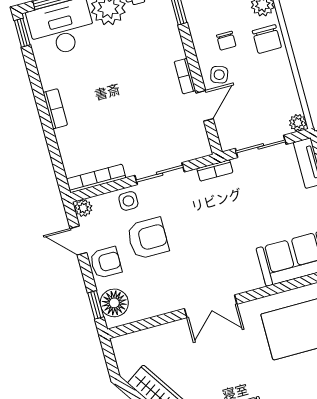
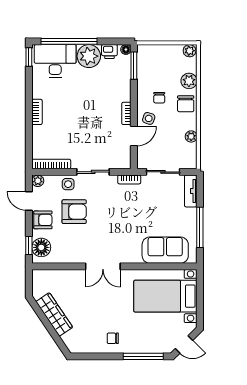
plant: (298, 123) -> (191, 136), moved

